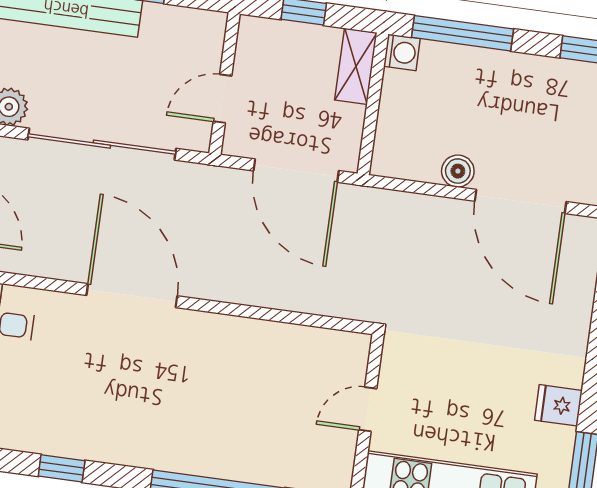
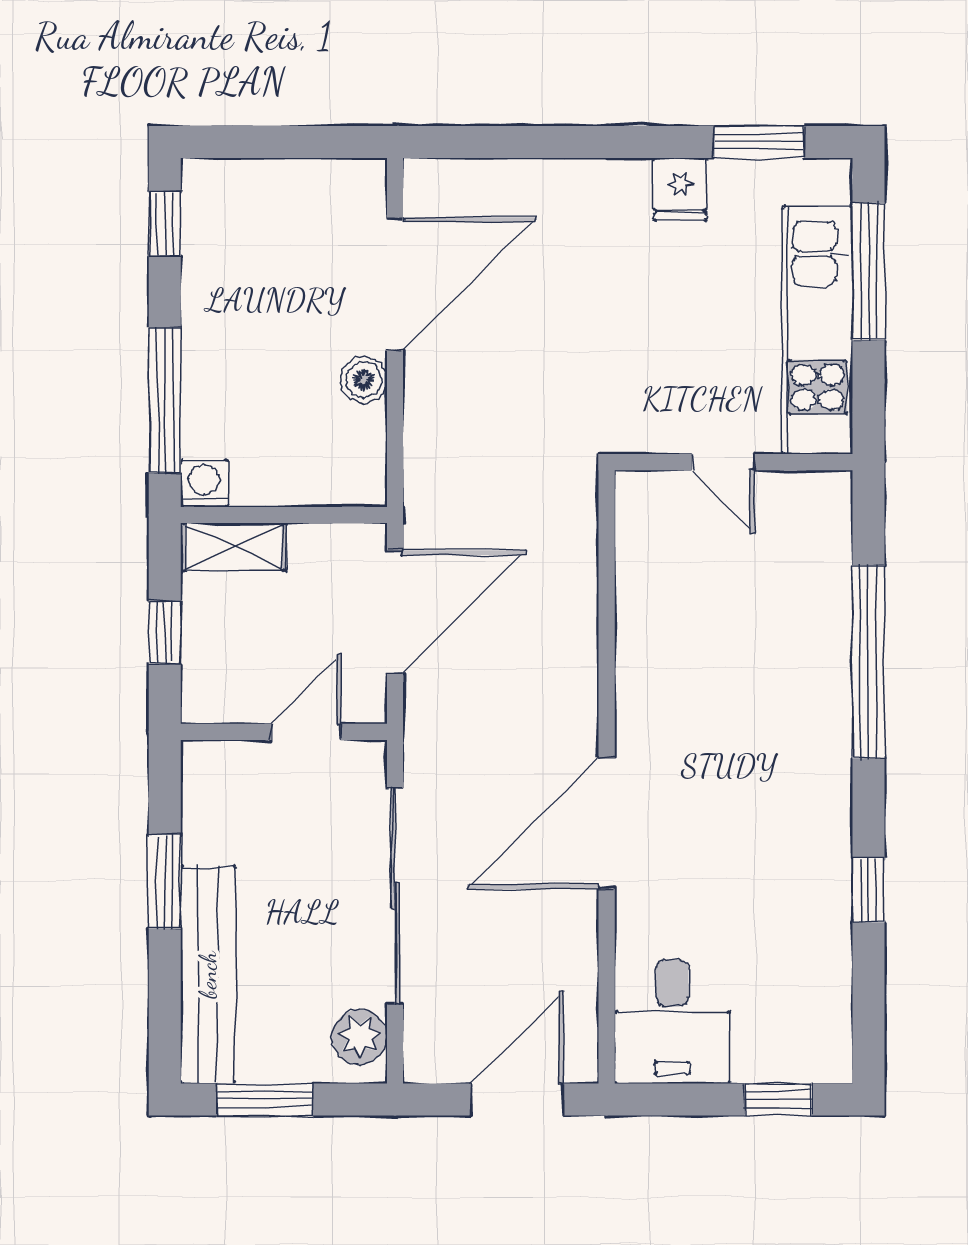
door: (222, 99) -> (306, 732), swing flipped

